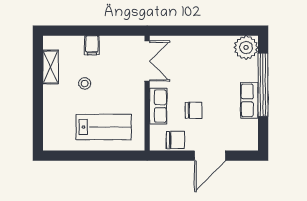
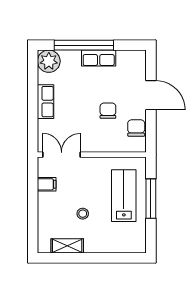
filing cabinet: (92, 45) -> (47, 184), moved
row of seats: (158, 106) -> (46, 102), moved, turned 90
window: (101, 156) -> (151, 199), added

